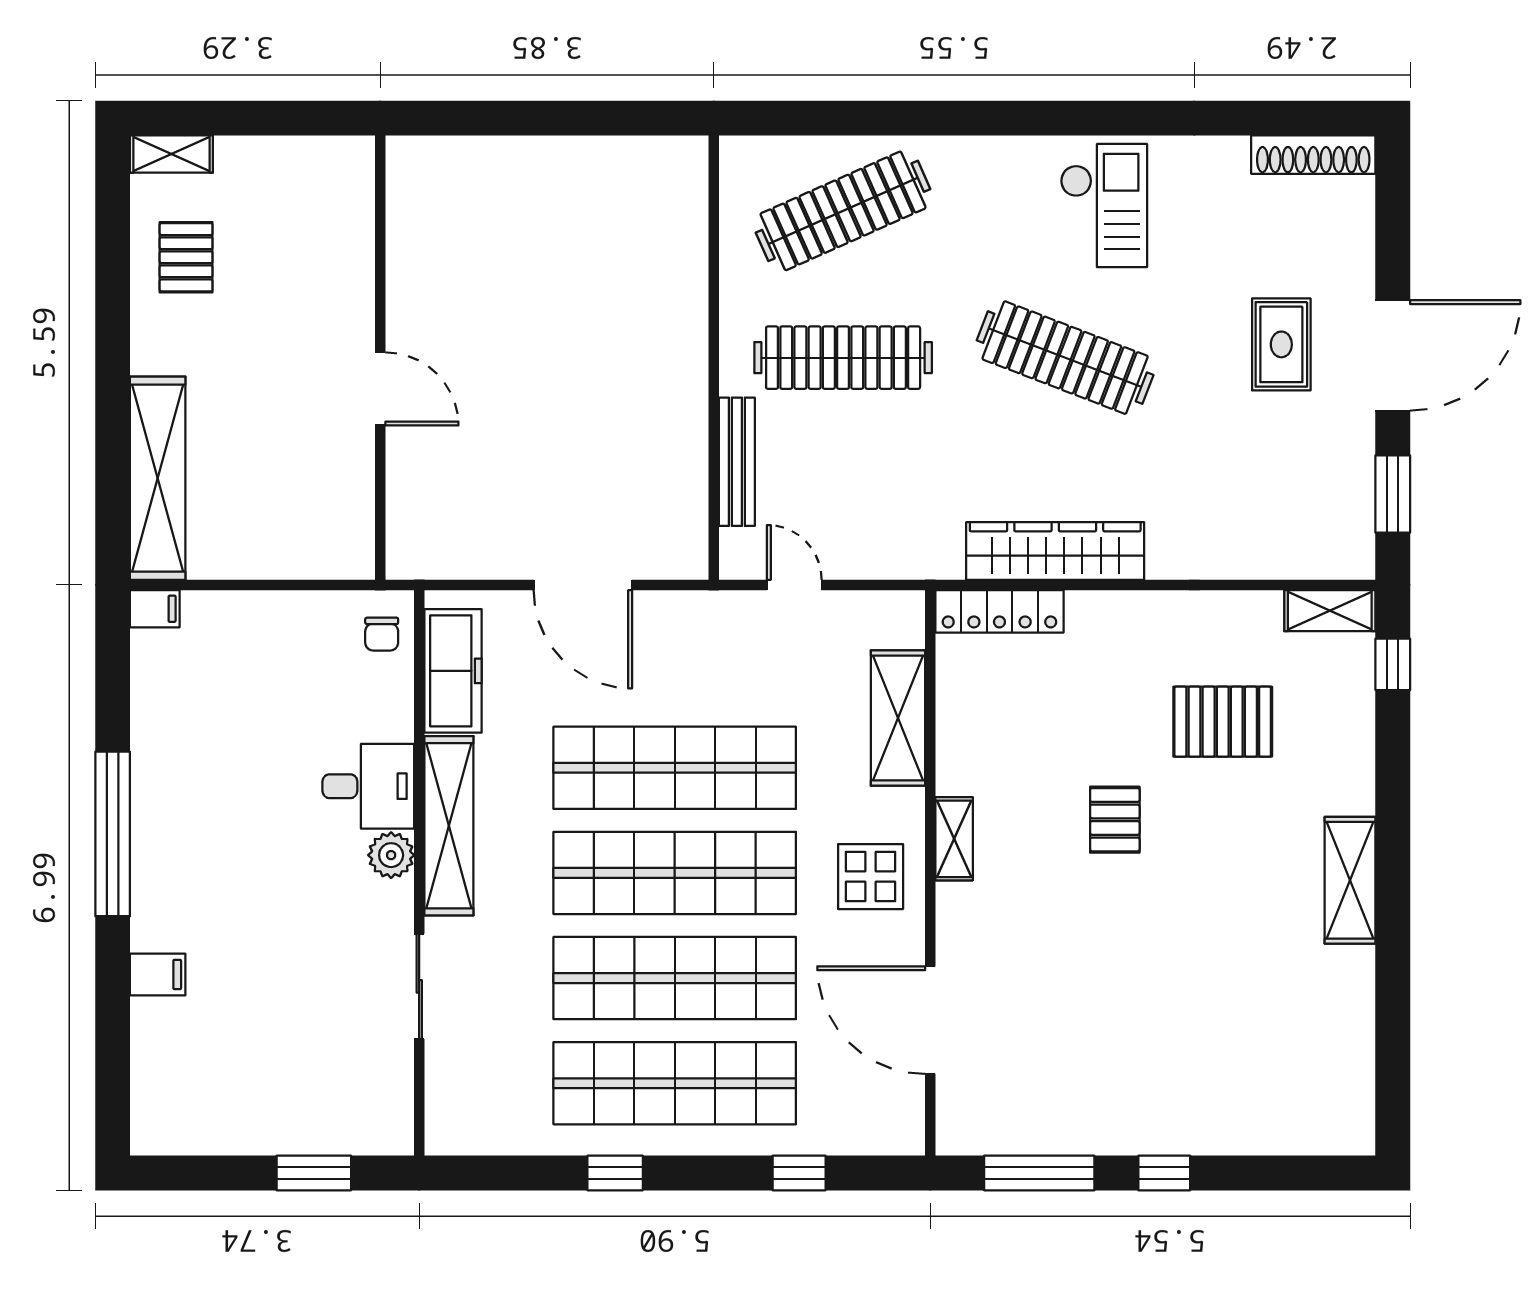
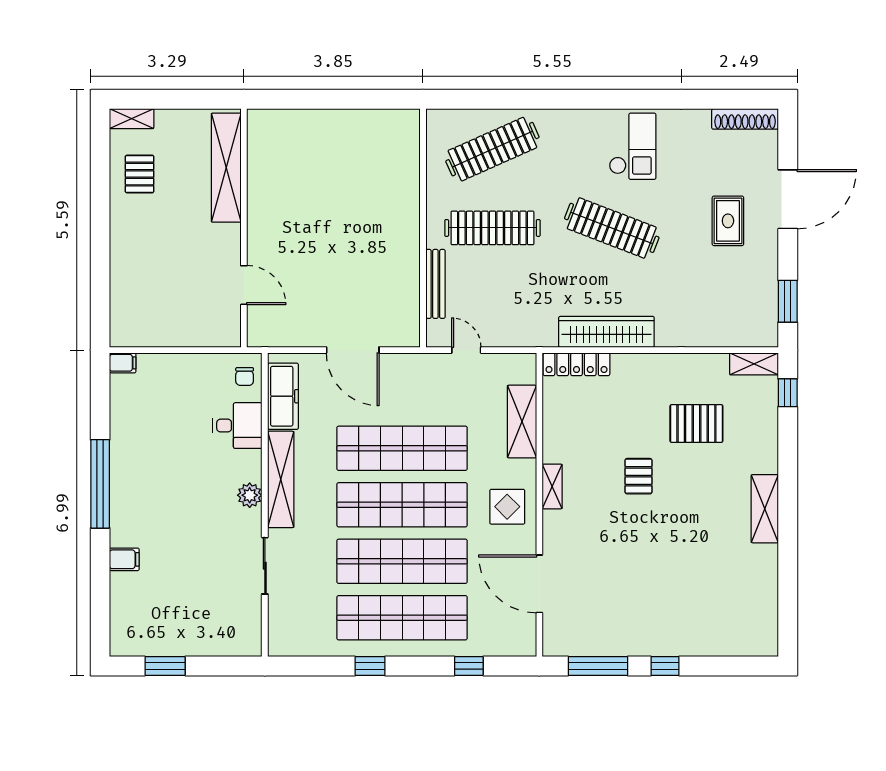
door: (1393, 355) -> (788, 199), moved
door: (380, 389) -> (244, 285), moved
shelving: (158, 478) -> (226, 168), moved
desk: (368, 786) -> (237, 426), moved
window: (314, 1173) -> (165, 666), moved

